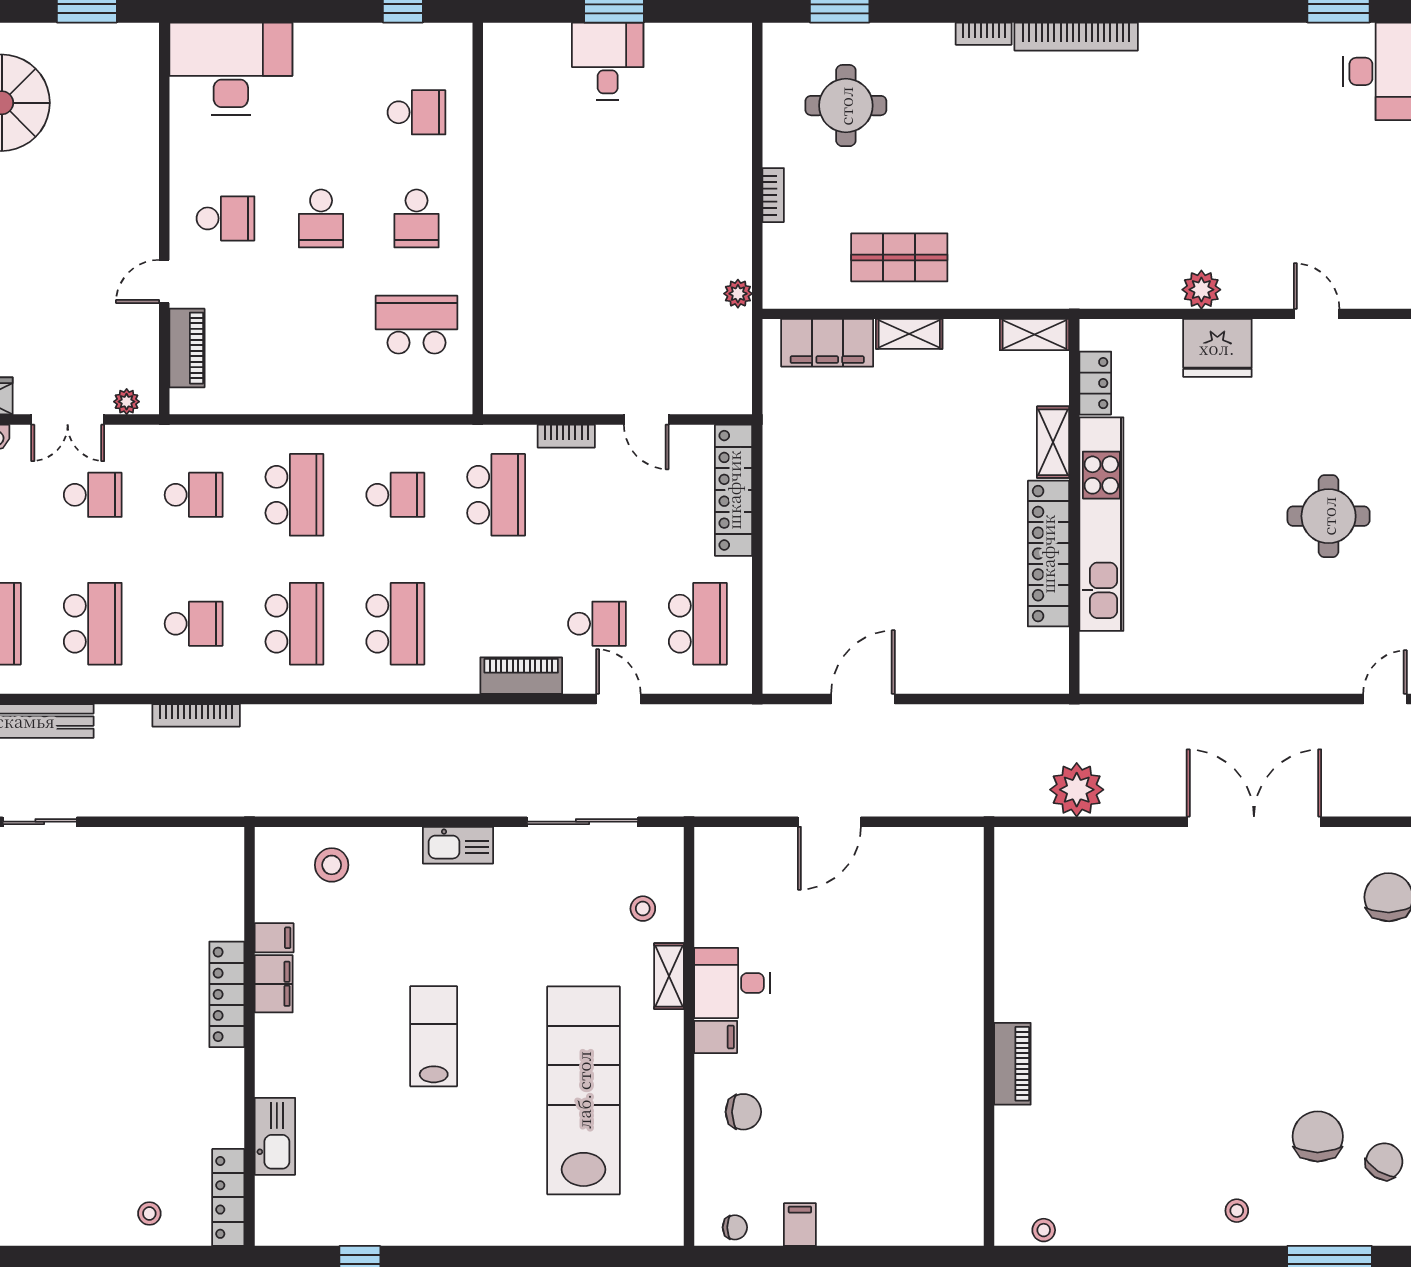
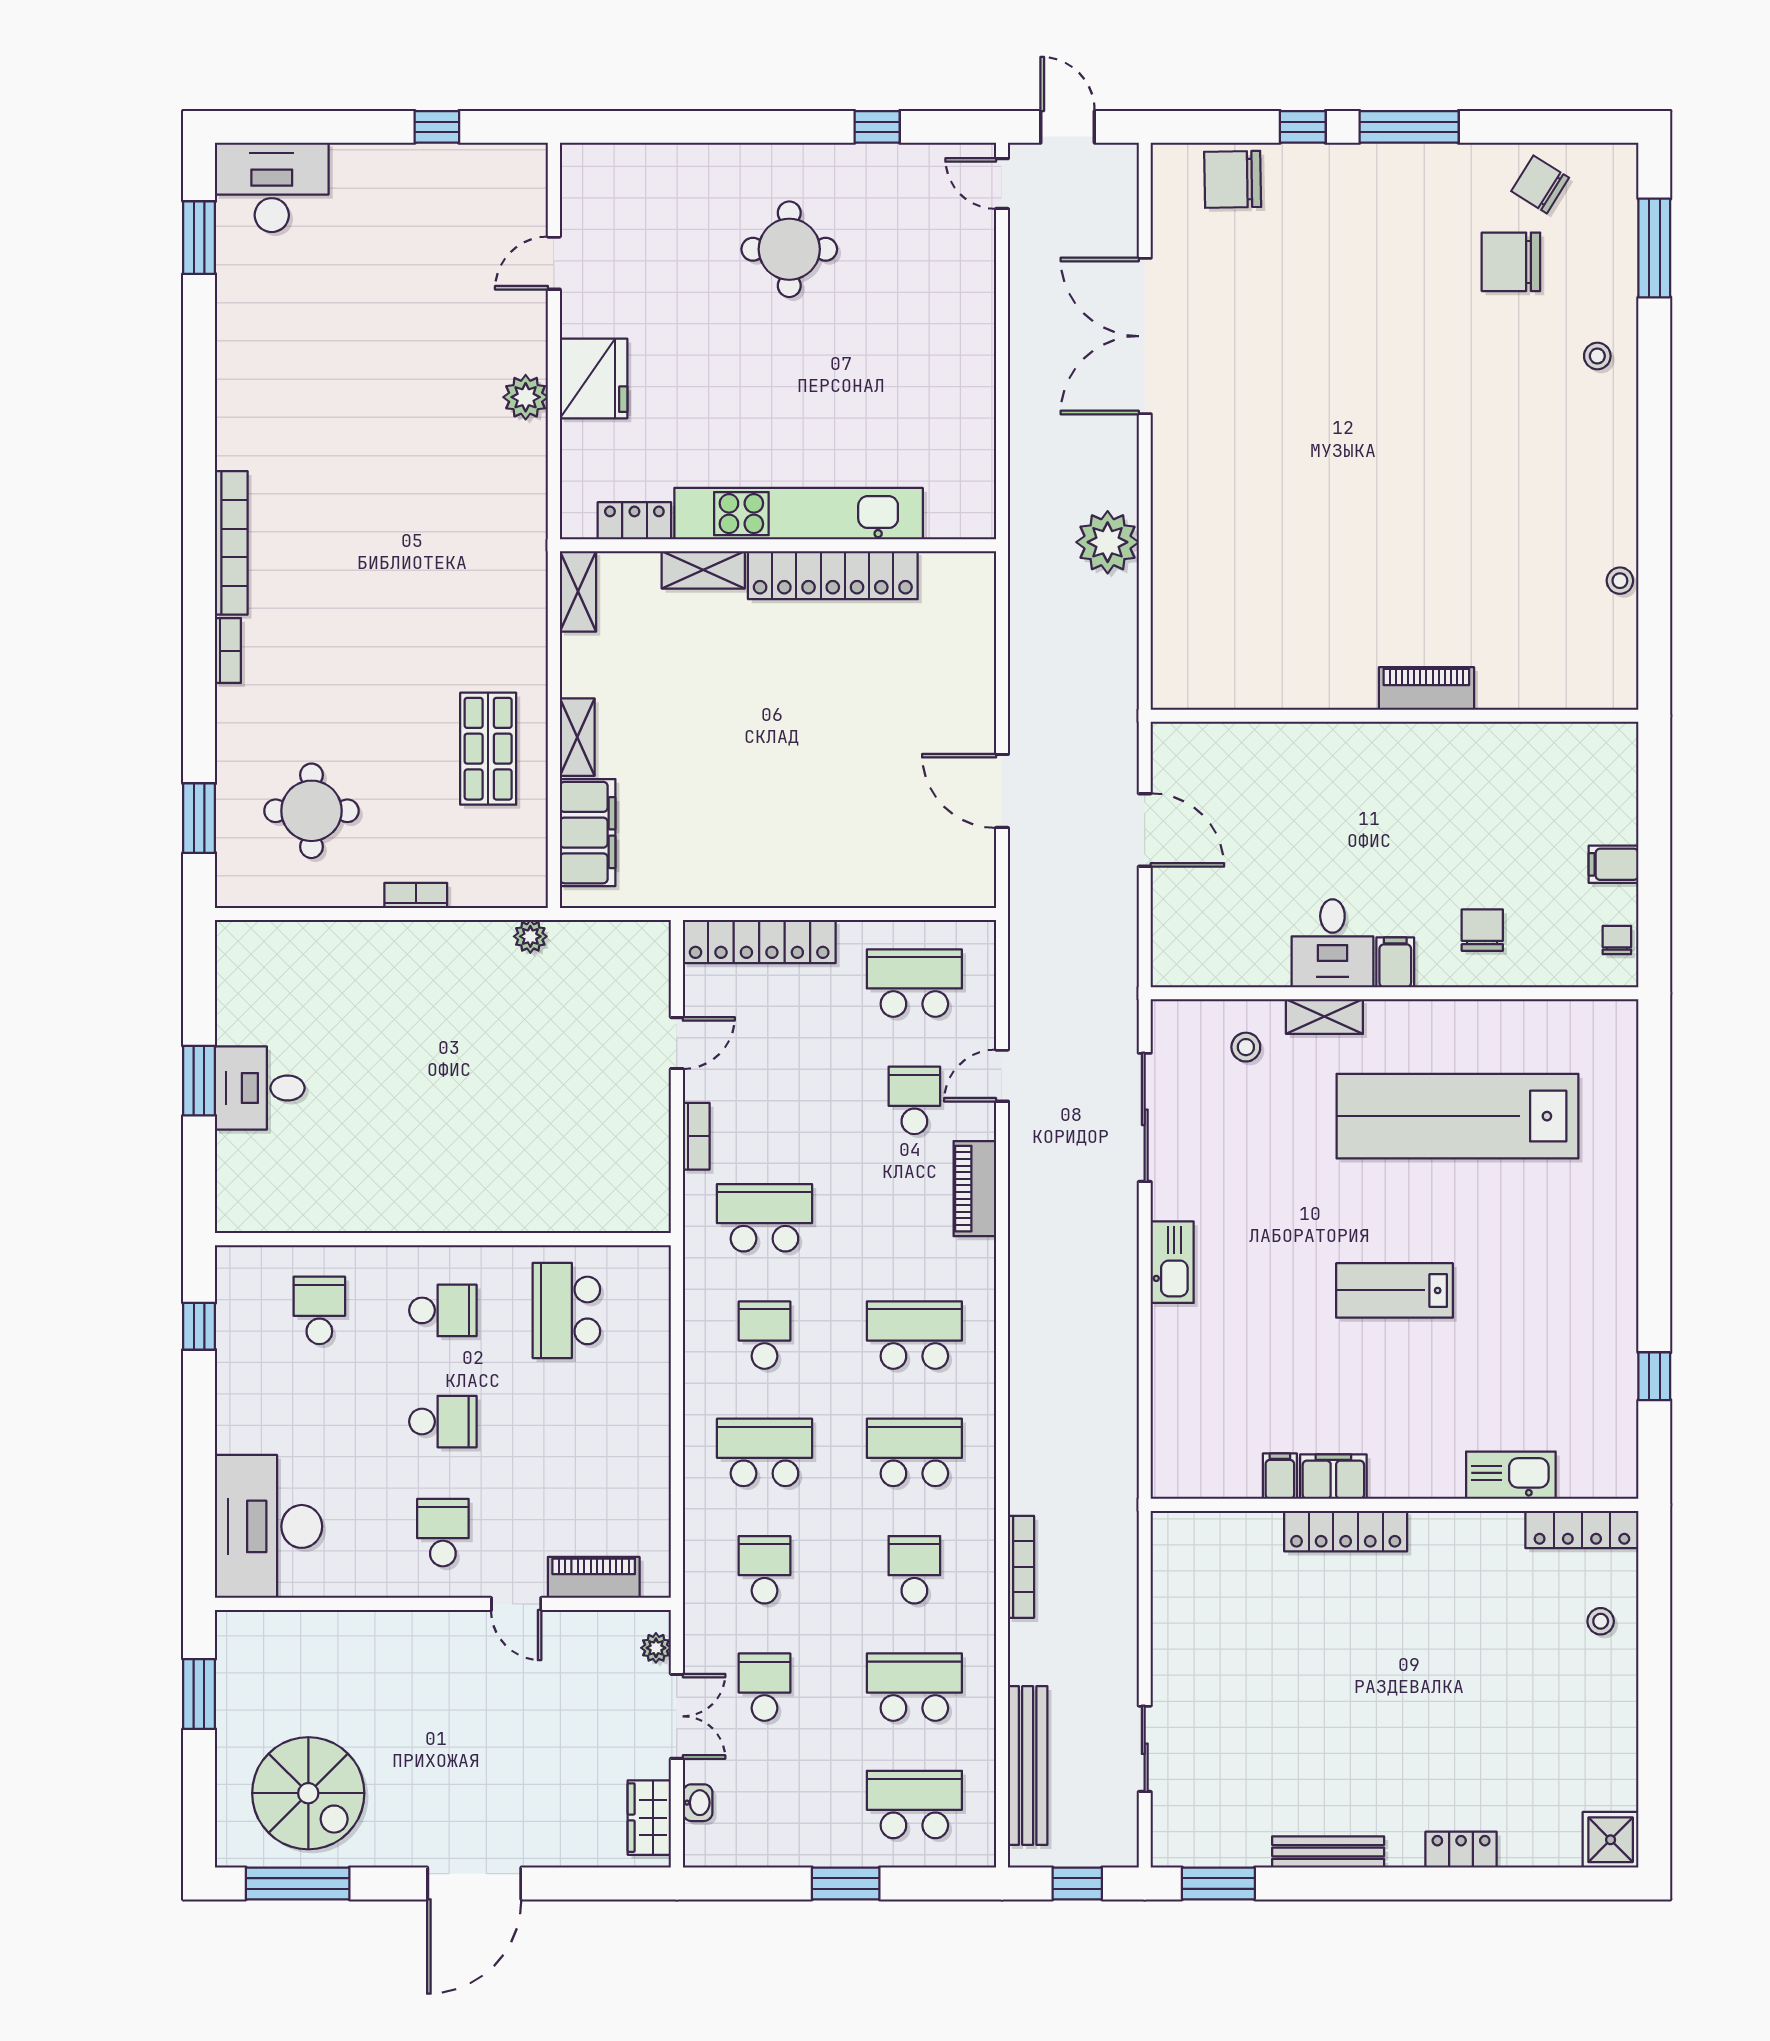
stool: (332, 865) -> (1195, 1409), removed
wall: (989, 1036) -> (1395, 716), moved
piano: (1012, 1064) -> (1426, 688), moved

